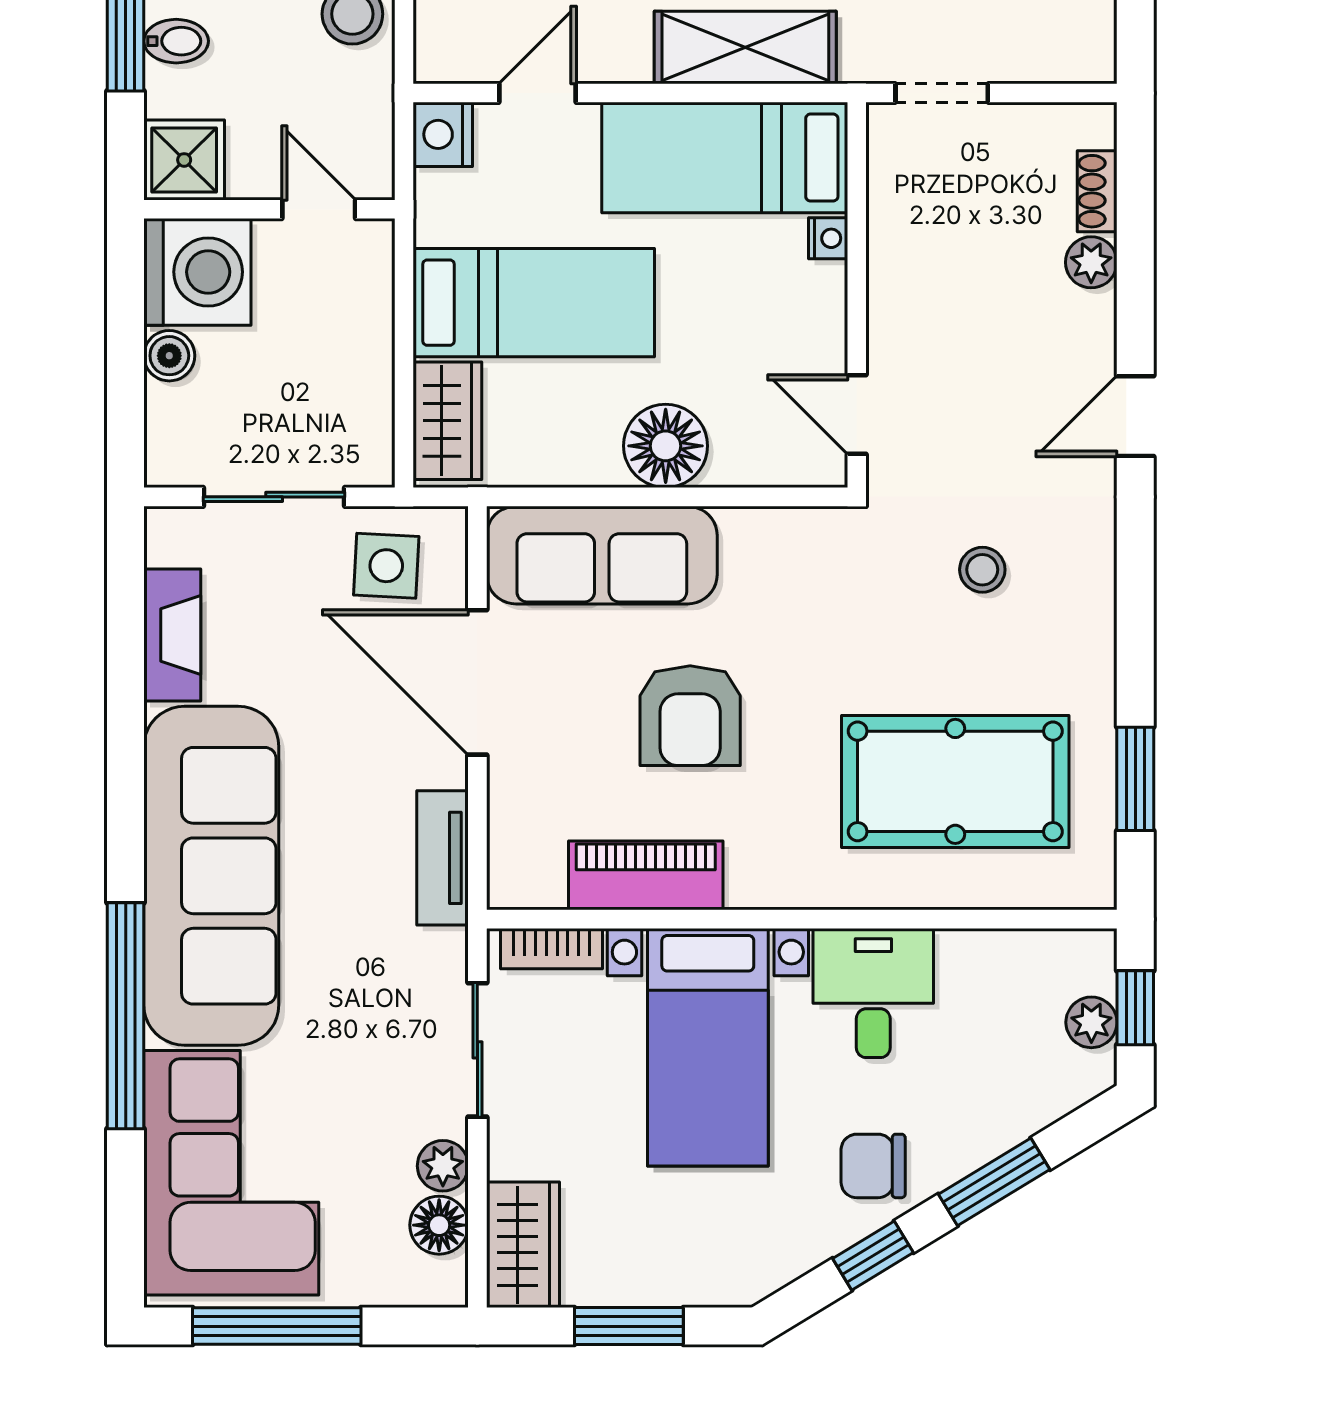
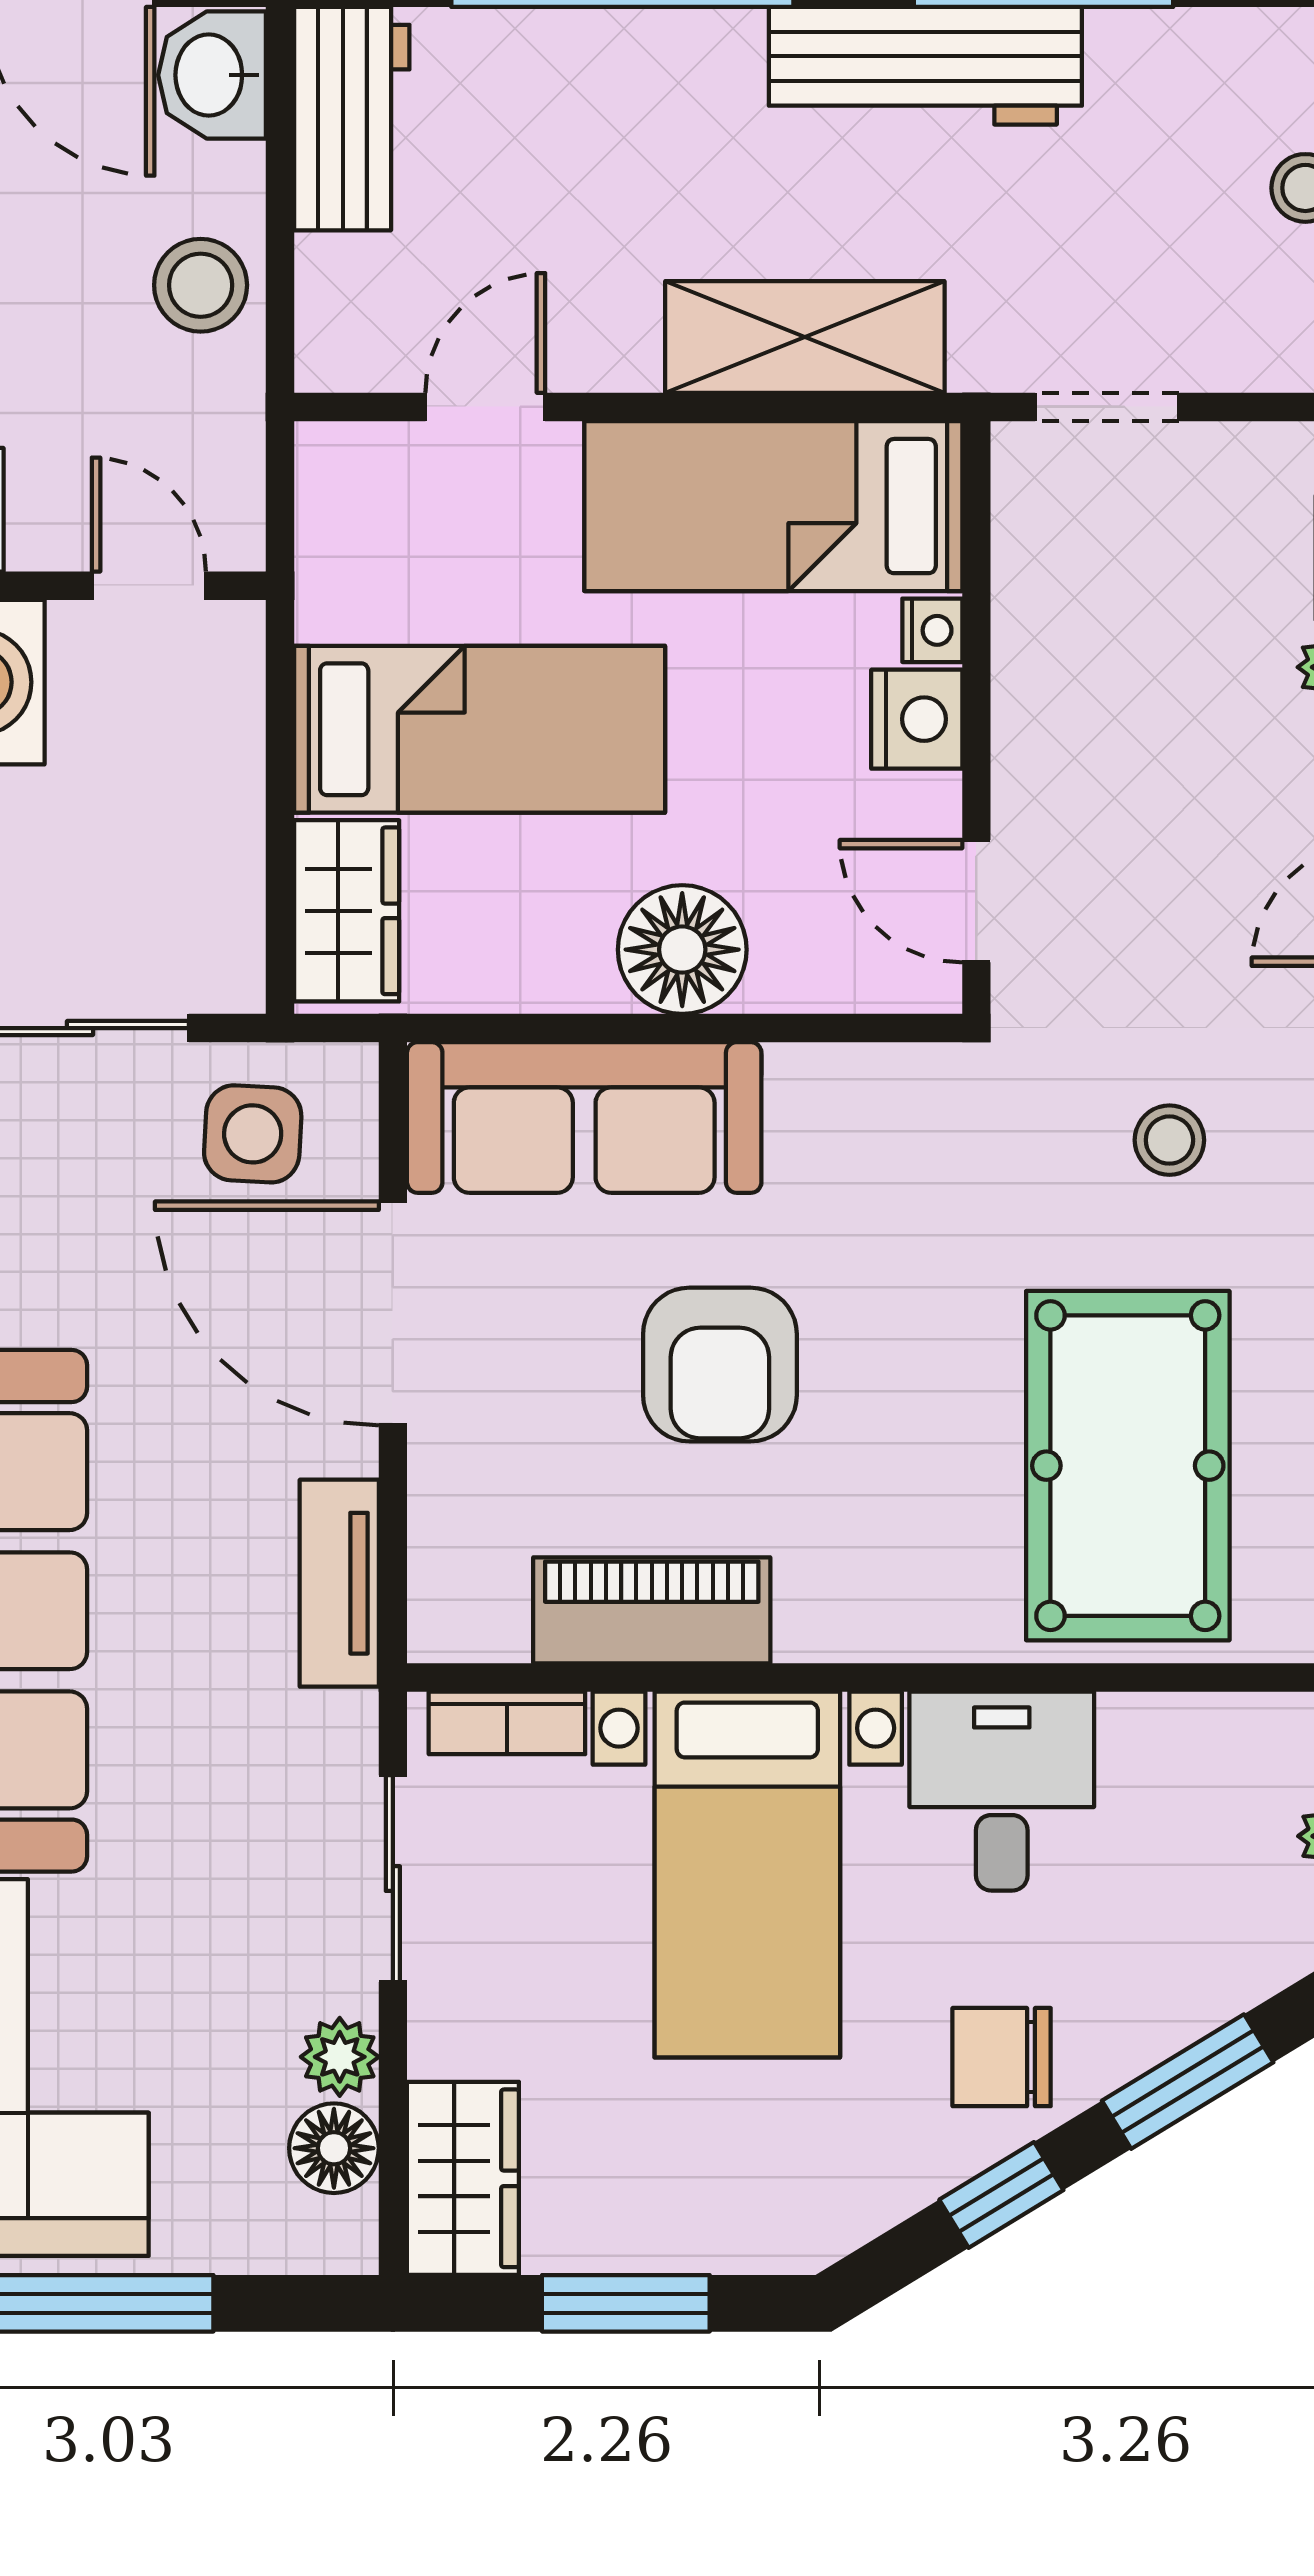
nightstand: (443, 134) -> (917, 719), moved, turned 180
pool table: (955, 781) -> (1128, 1466), turned 90

